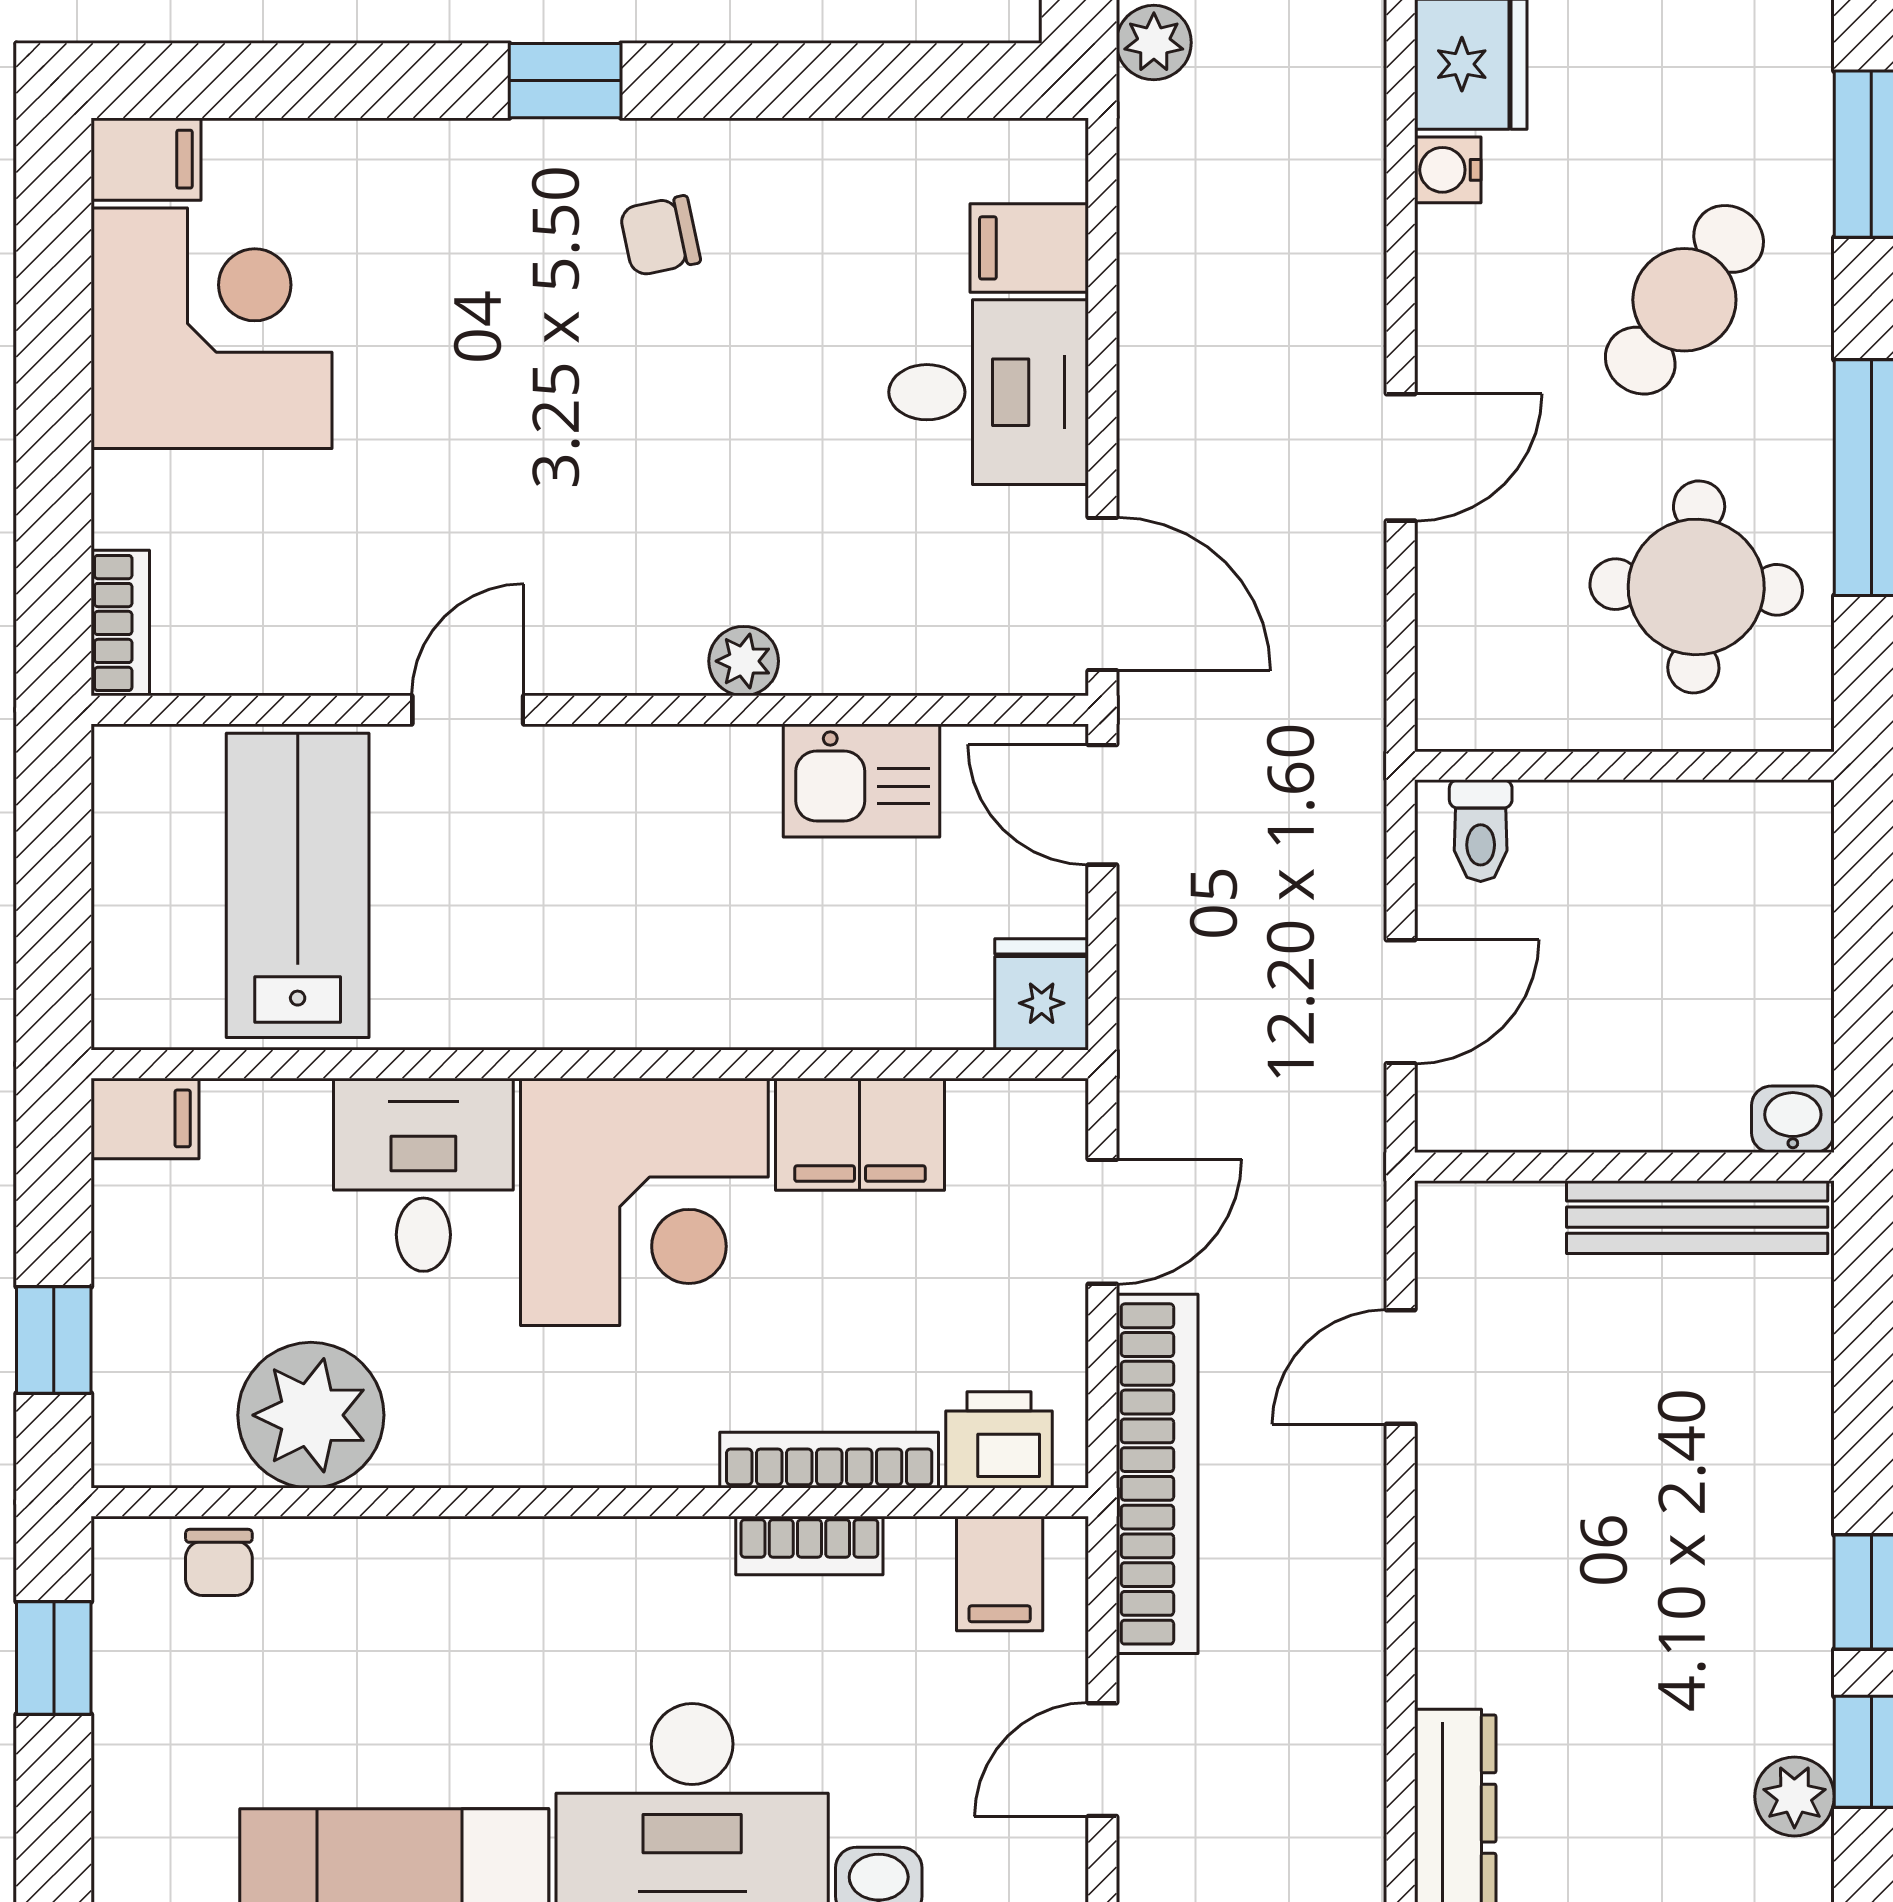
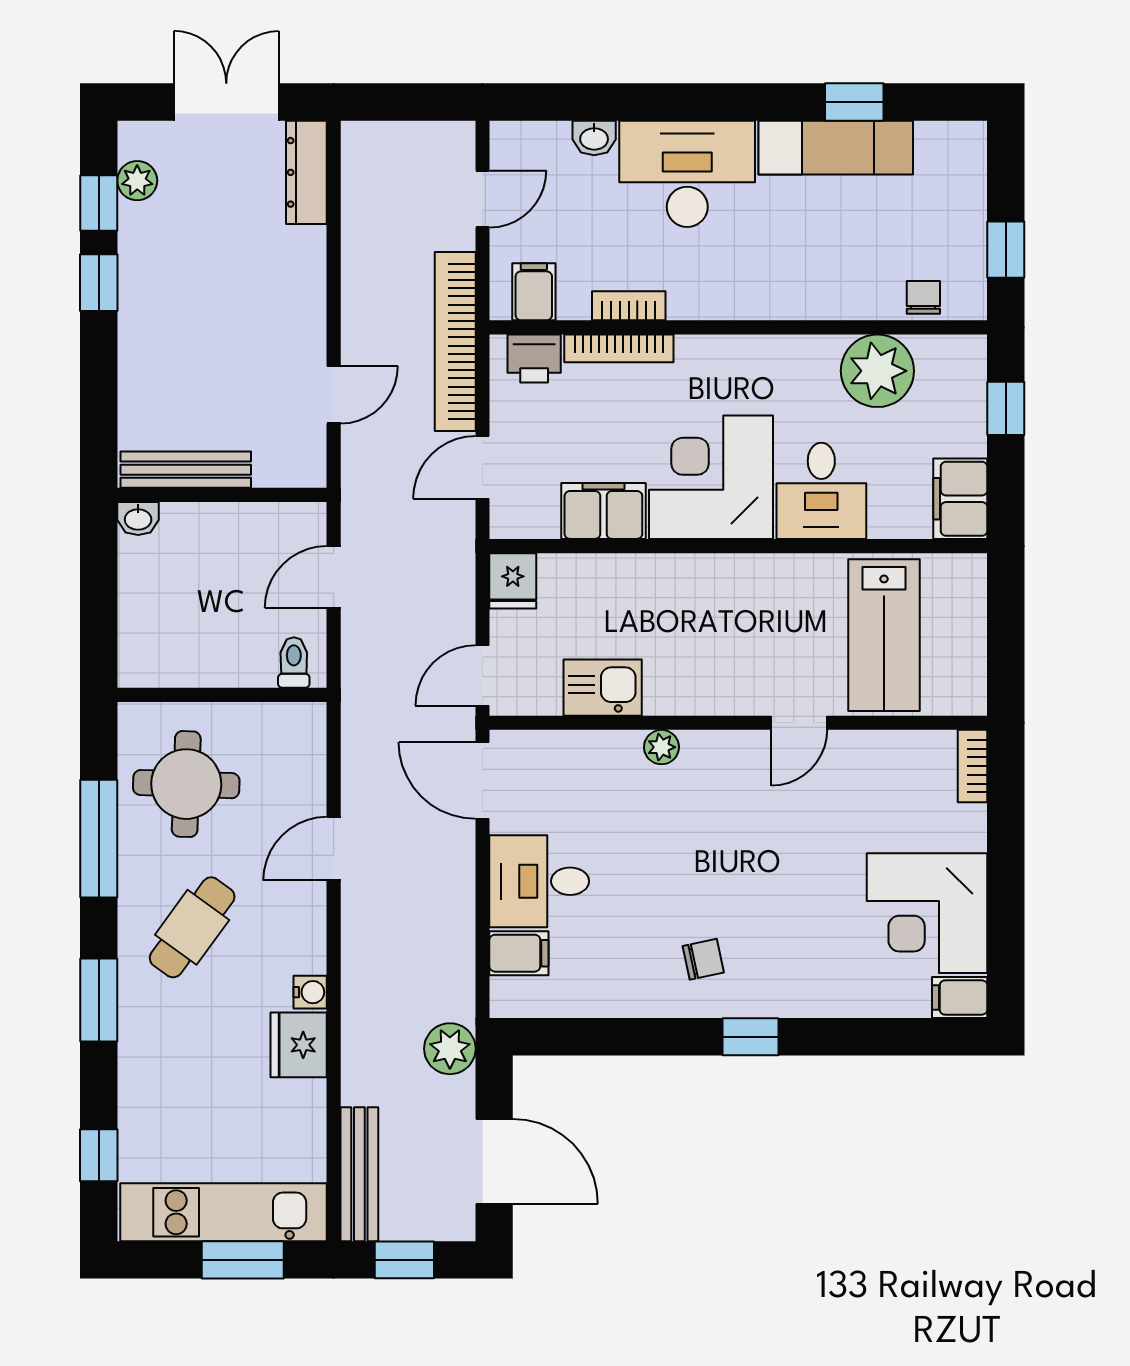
plant: (1154, 43) -> (450, 1049), width x1.38, depth x1.38
door: (1102, 805) -> (482, 675), swing flipped
filing cabinet: (145, 1118) -> (960, 499), width x2.00

